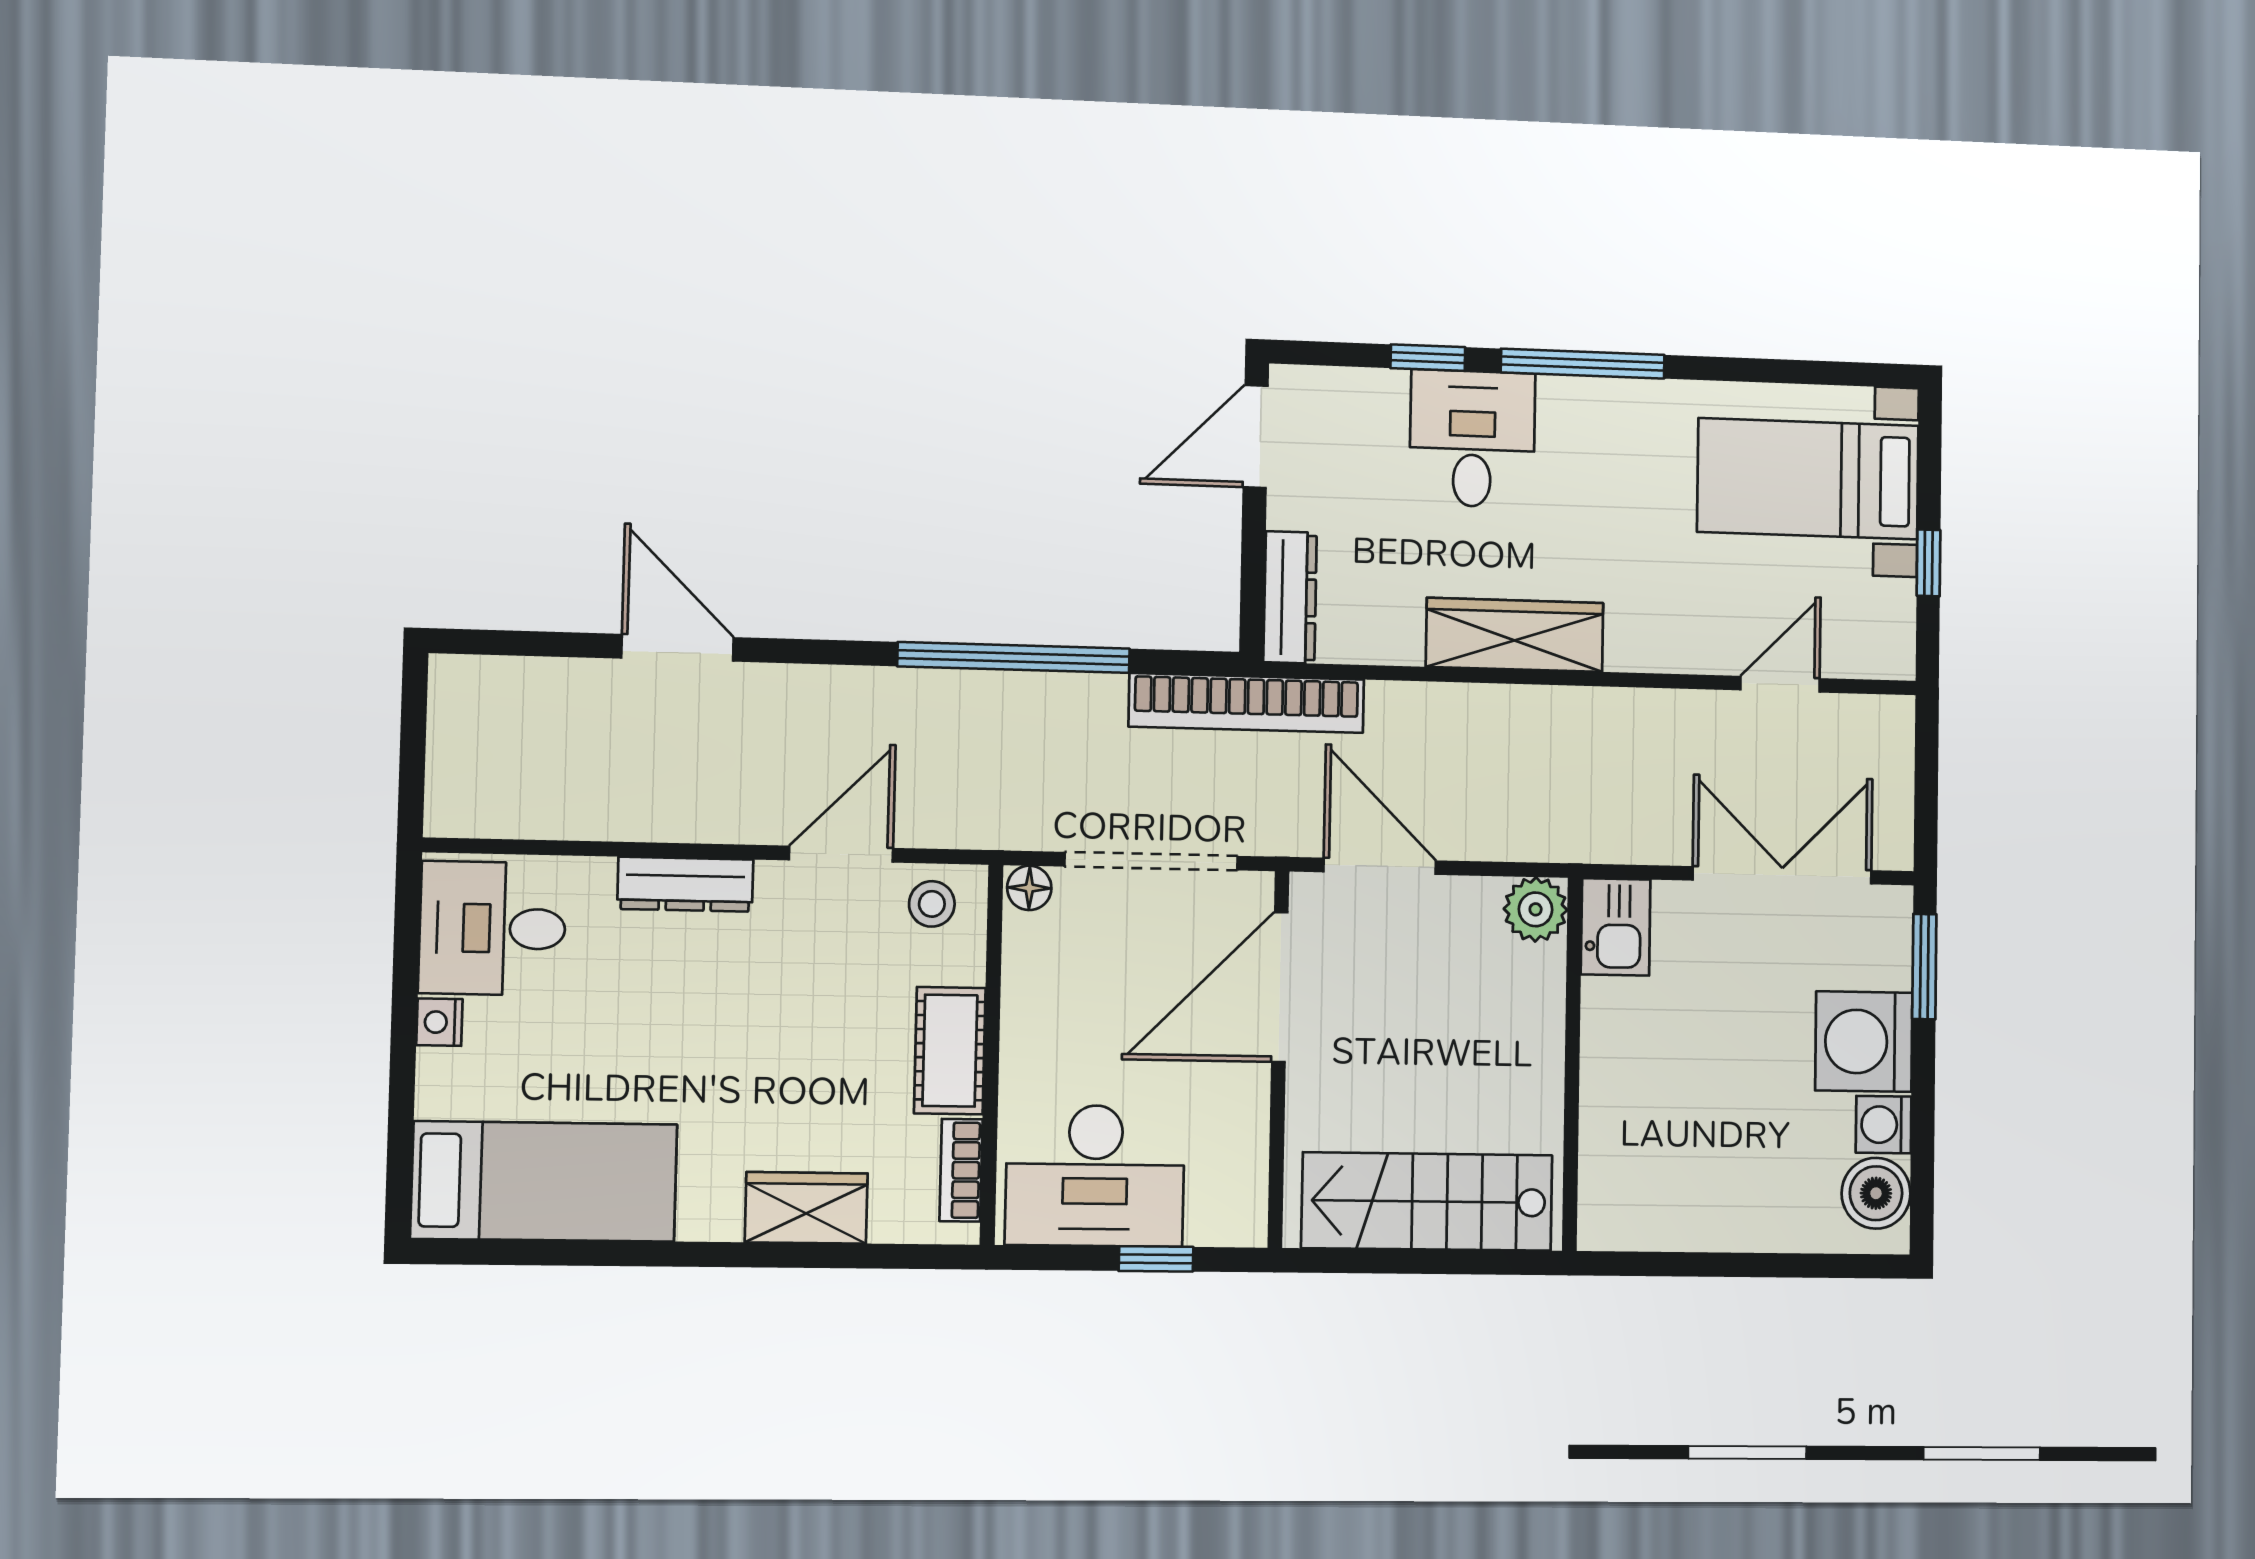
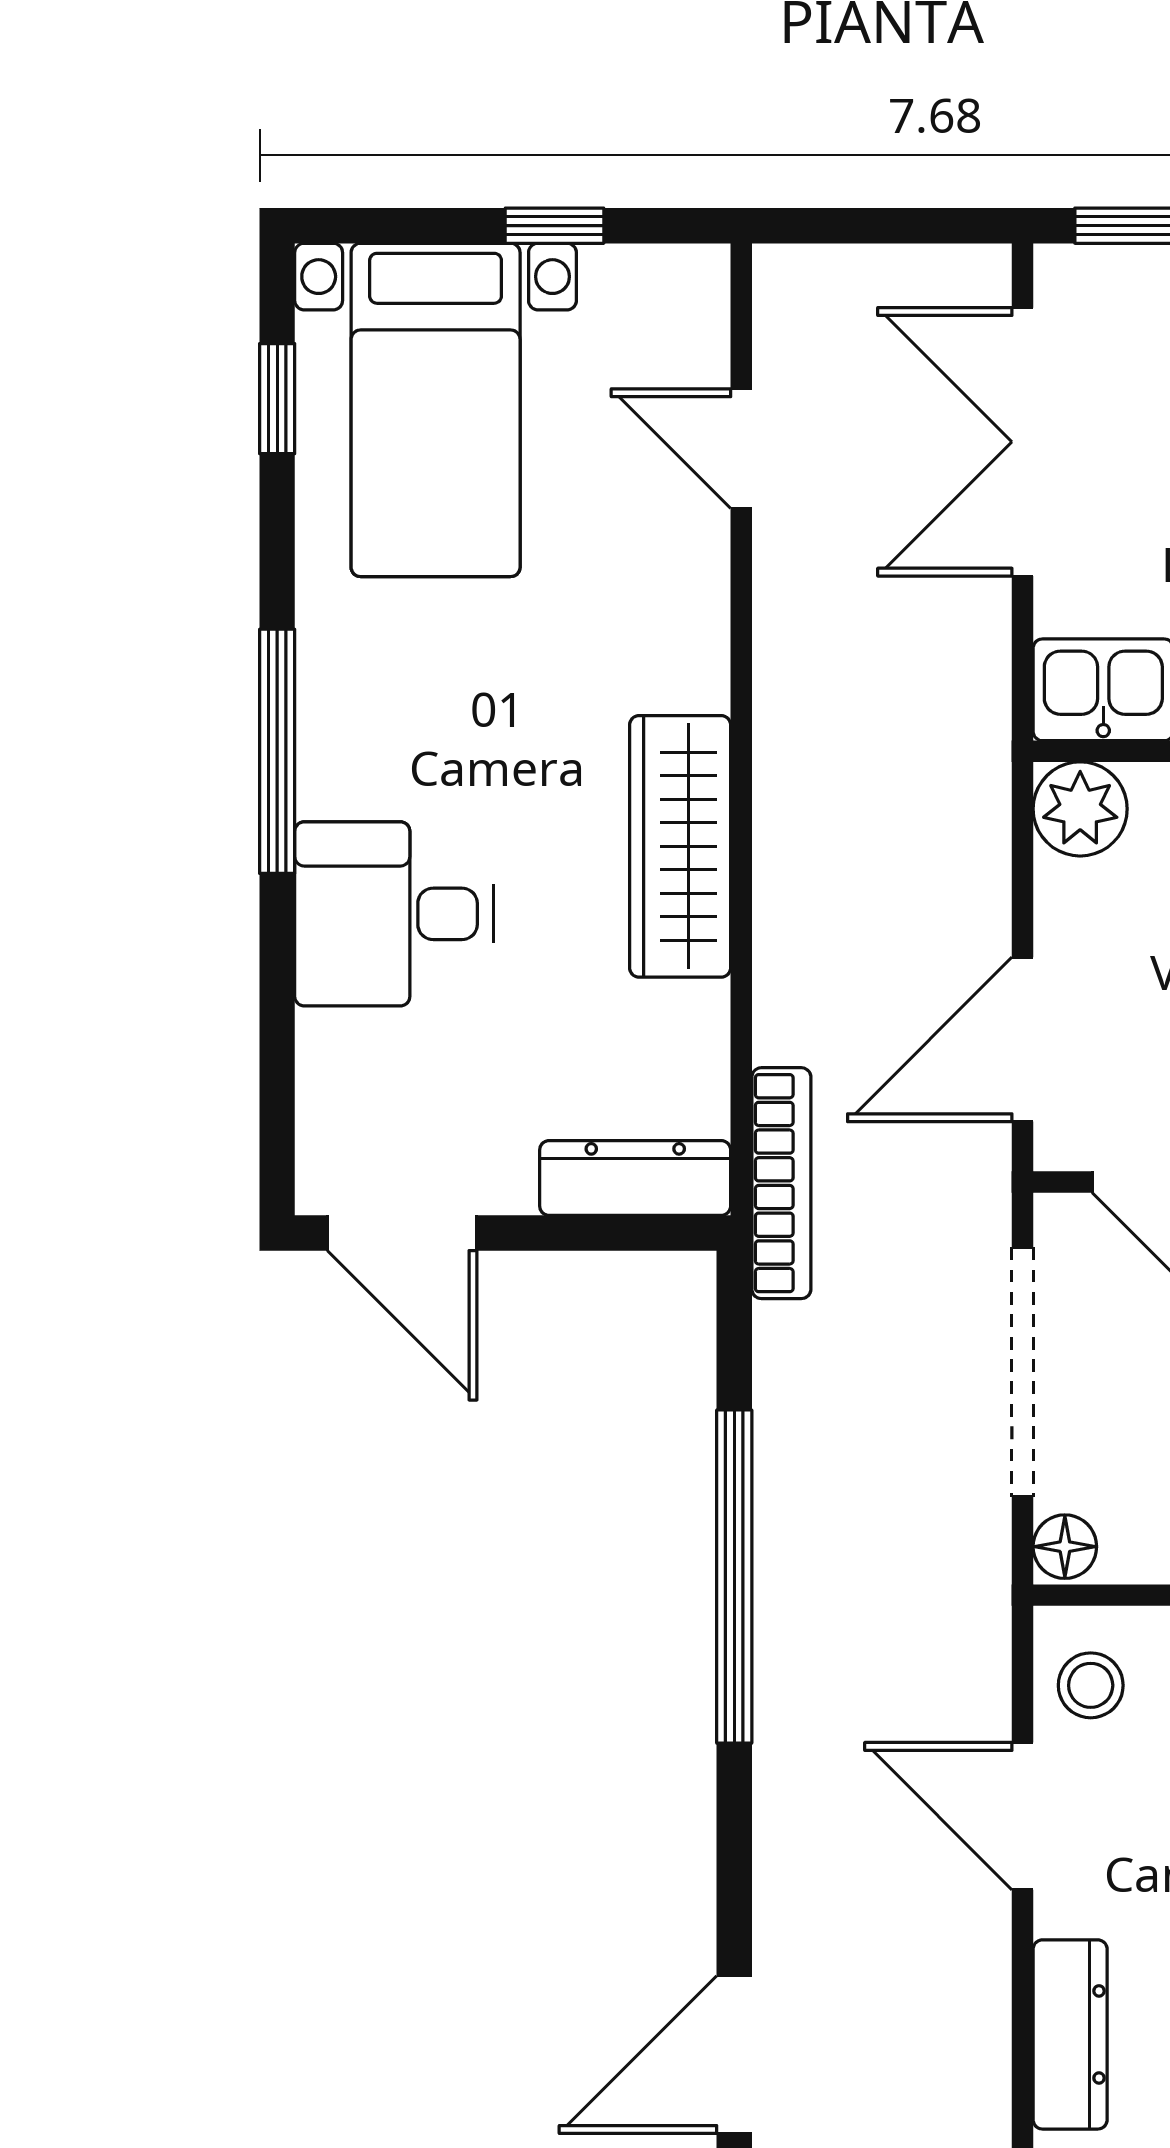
window: (1428, 358) -> (277, 399), moved
bookcase: (1247, 703) -> (781, 1183), width x0.68, depth x0.76

